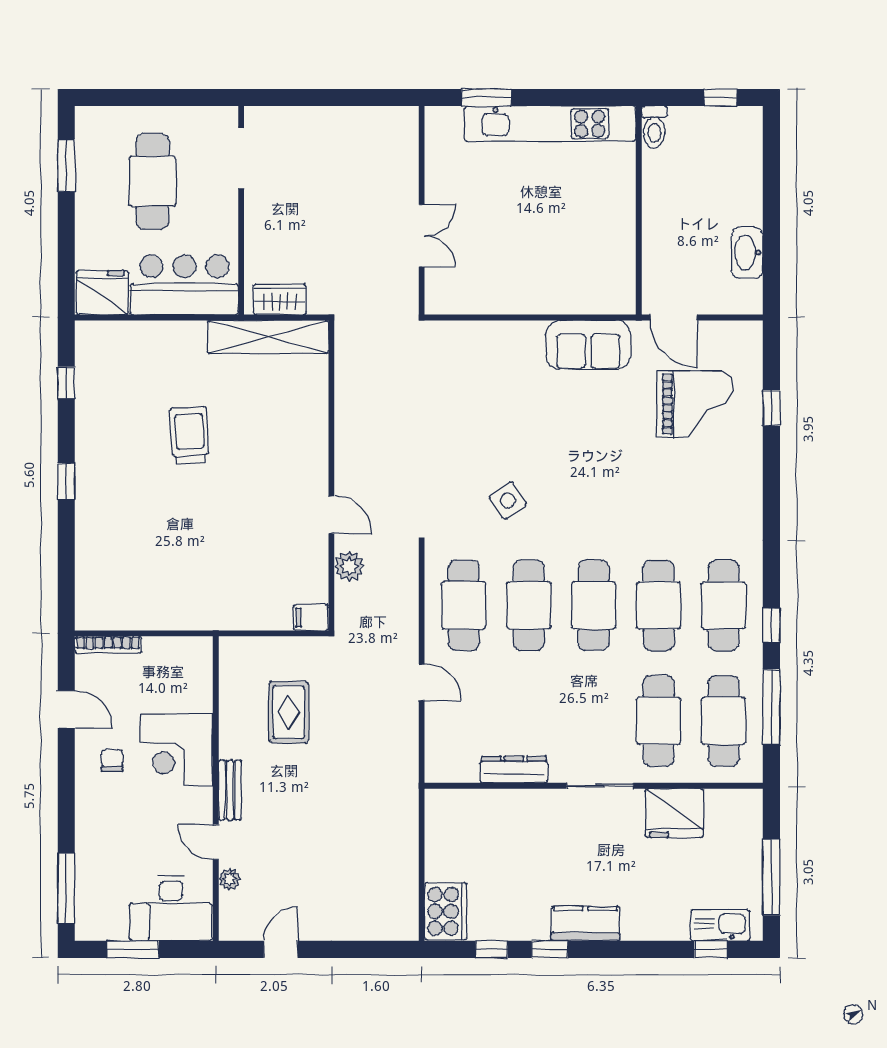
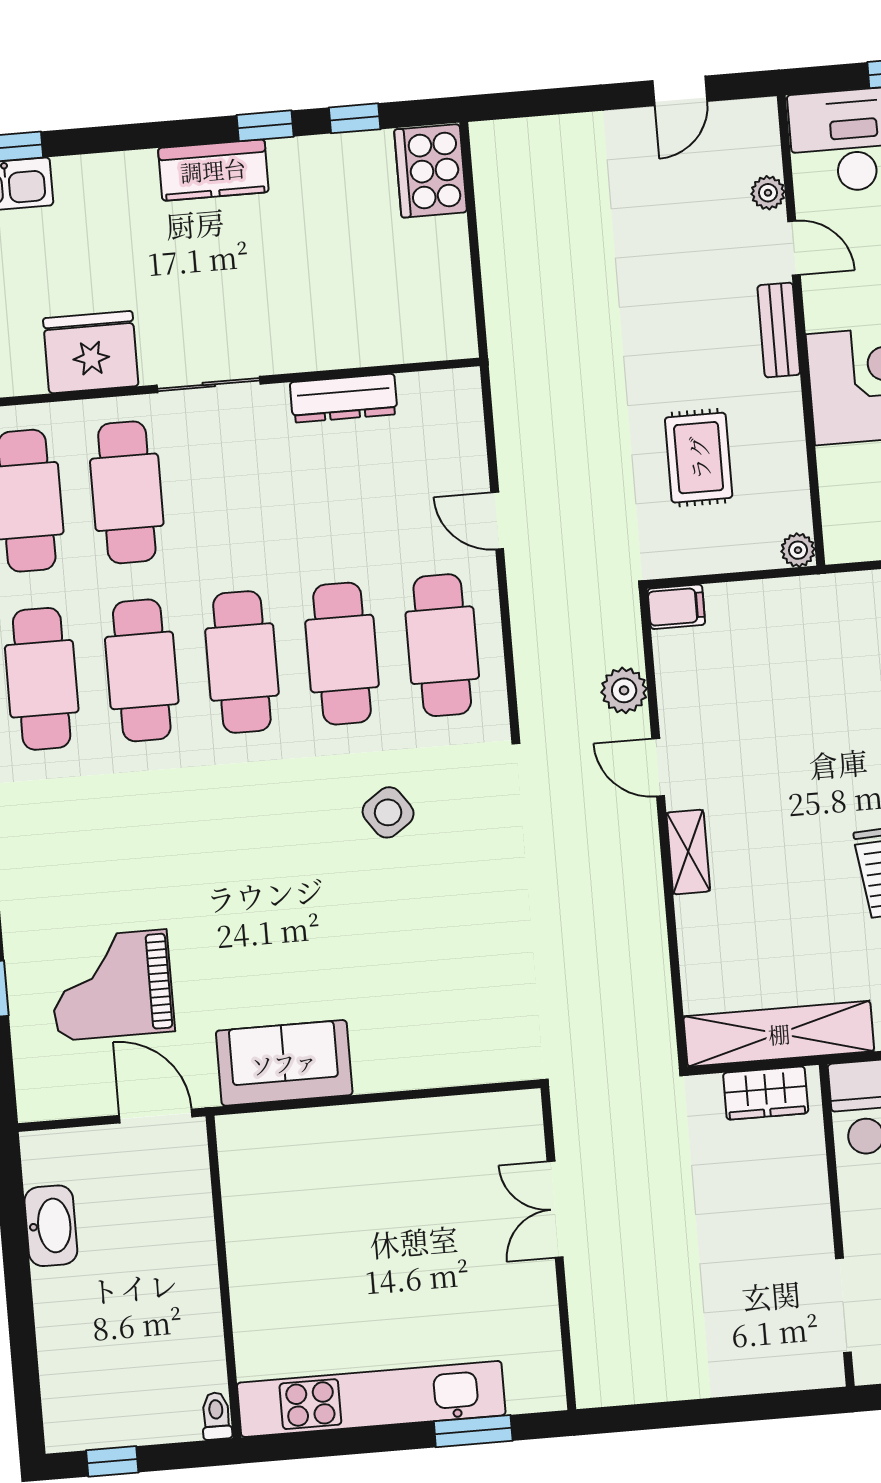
toilet: (654, 127) -> (216, 1416), width x0.73, depth x0.72
shelving: (317, 459) -> (688, 852), added
plant: (230, 647) -> (798, 550), added

